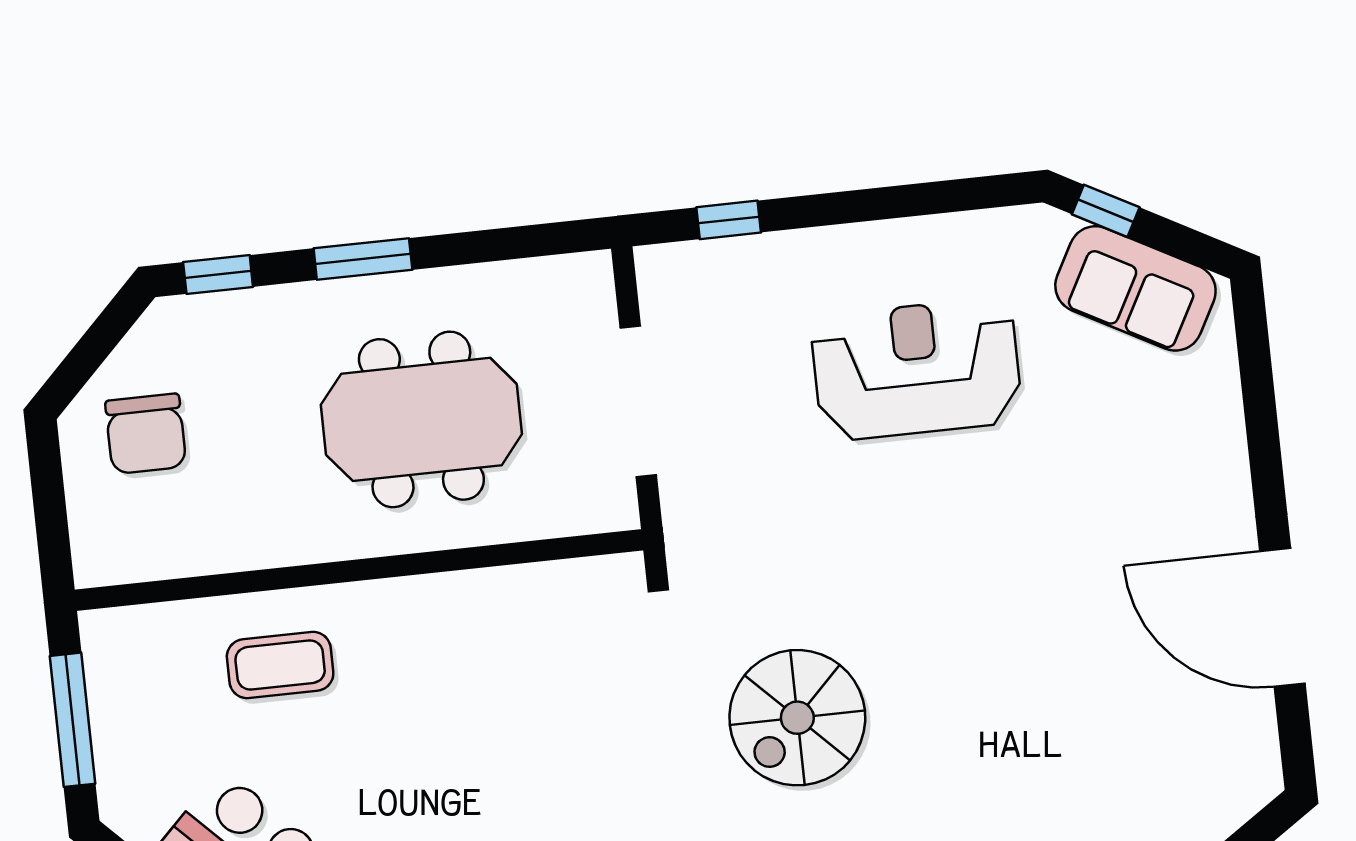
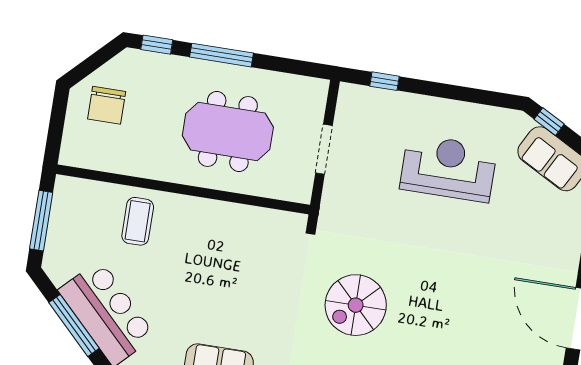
window: (363, 259) -> (221, 55), width x1.44
doorway: (638, 401) -> (324, 149), width x0.73
coffee table: (280, 665) -> (138, 221), turned 90

